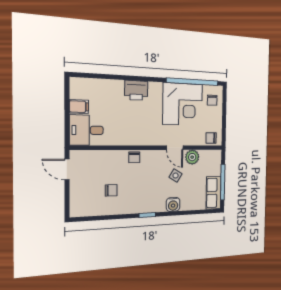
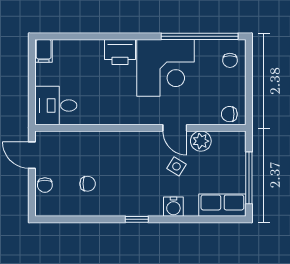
corner desk: (183, 104) -> (166, 68), moved
filing cabinet: (79, 107) -> (44, 51), moved, turned 90
chair: (134, 157) -> (45, 185), moved
row of seats: (214, 193) -> (222, 205), moved, turned 90

